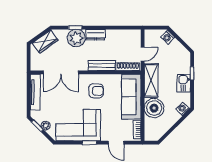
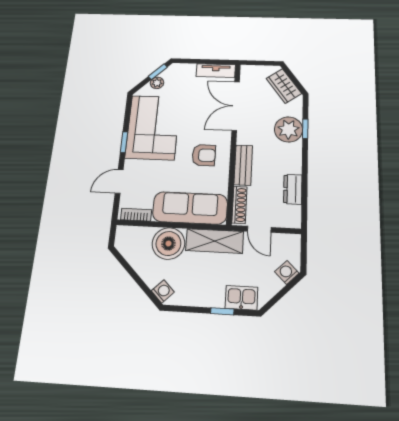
dresser: (96, 35) -> (293, 189), moved
kitchen sink: (184, 83) -> (241, 298), moved
armchair: (96, 91) -> (204, 155), turned -90
tv unit: (35, 92) -> (216, 71), width x0.71

